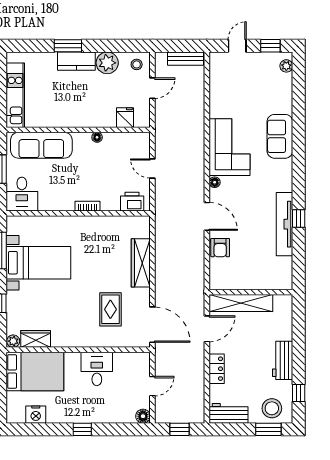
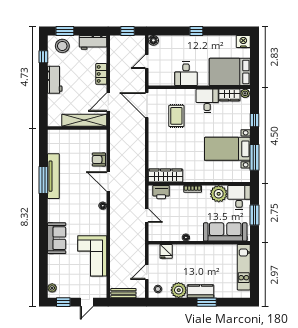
corner sofa: (230, 147) -> (92, 256), moved
plant: (51, 199) -> (219, 194), added
window: (299, 218) -> (43, 180), width x2.17
armchair: (220, 248) -> (99, 160), turned -90
wardrobe: (141, 263) -> (165, 176), moved, turned -90
desk: (67, 331) -> (207, 101), added
nightstand: (36, 415) -> (243, 42), moved

